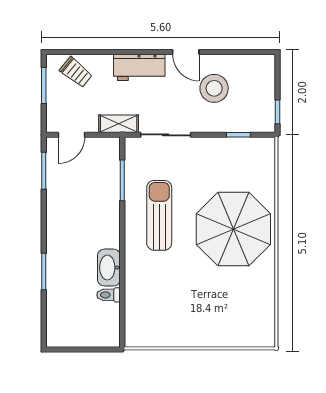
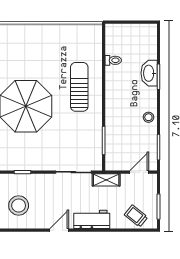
door: (186, 52) -> (59, 230), hinge flipped
stool: (214, 88) -> (19, 206), moved
stool: (58, 213) -> (148, 117), added
sun lounger: (159, 215) -> (79, 87), moved, turned 180
washbasin: (109, 268) -> (149, 73), moved, turned 180

